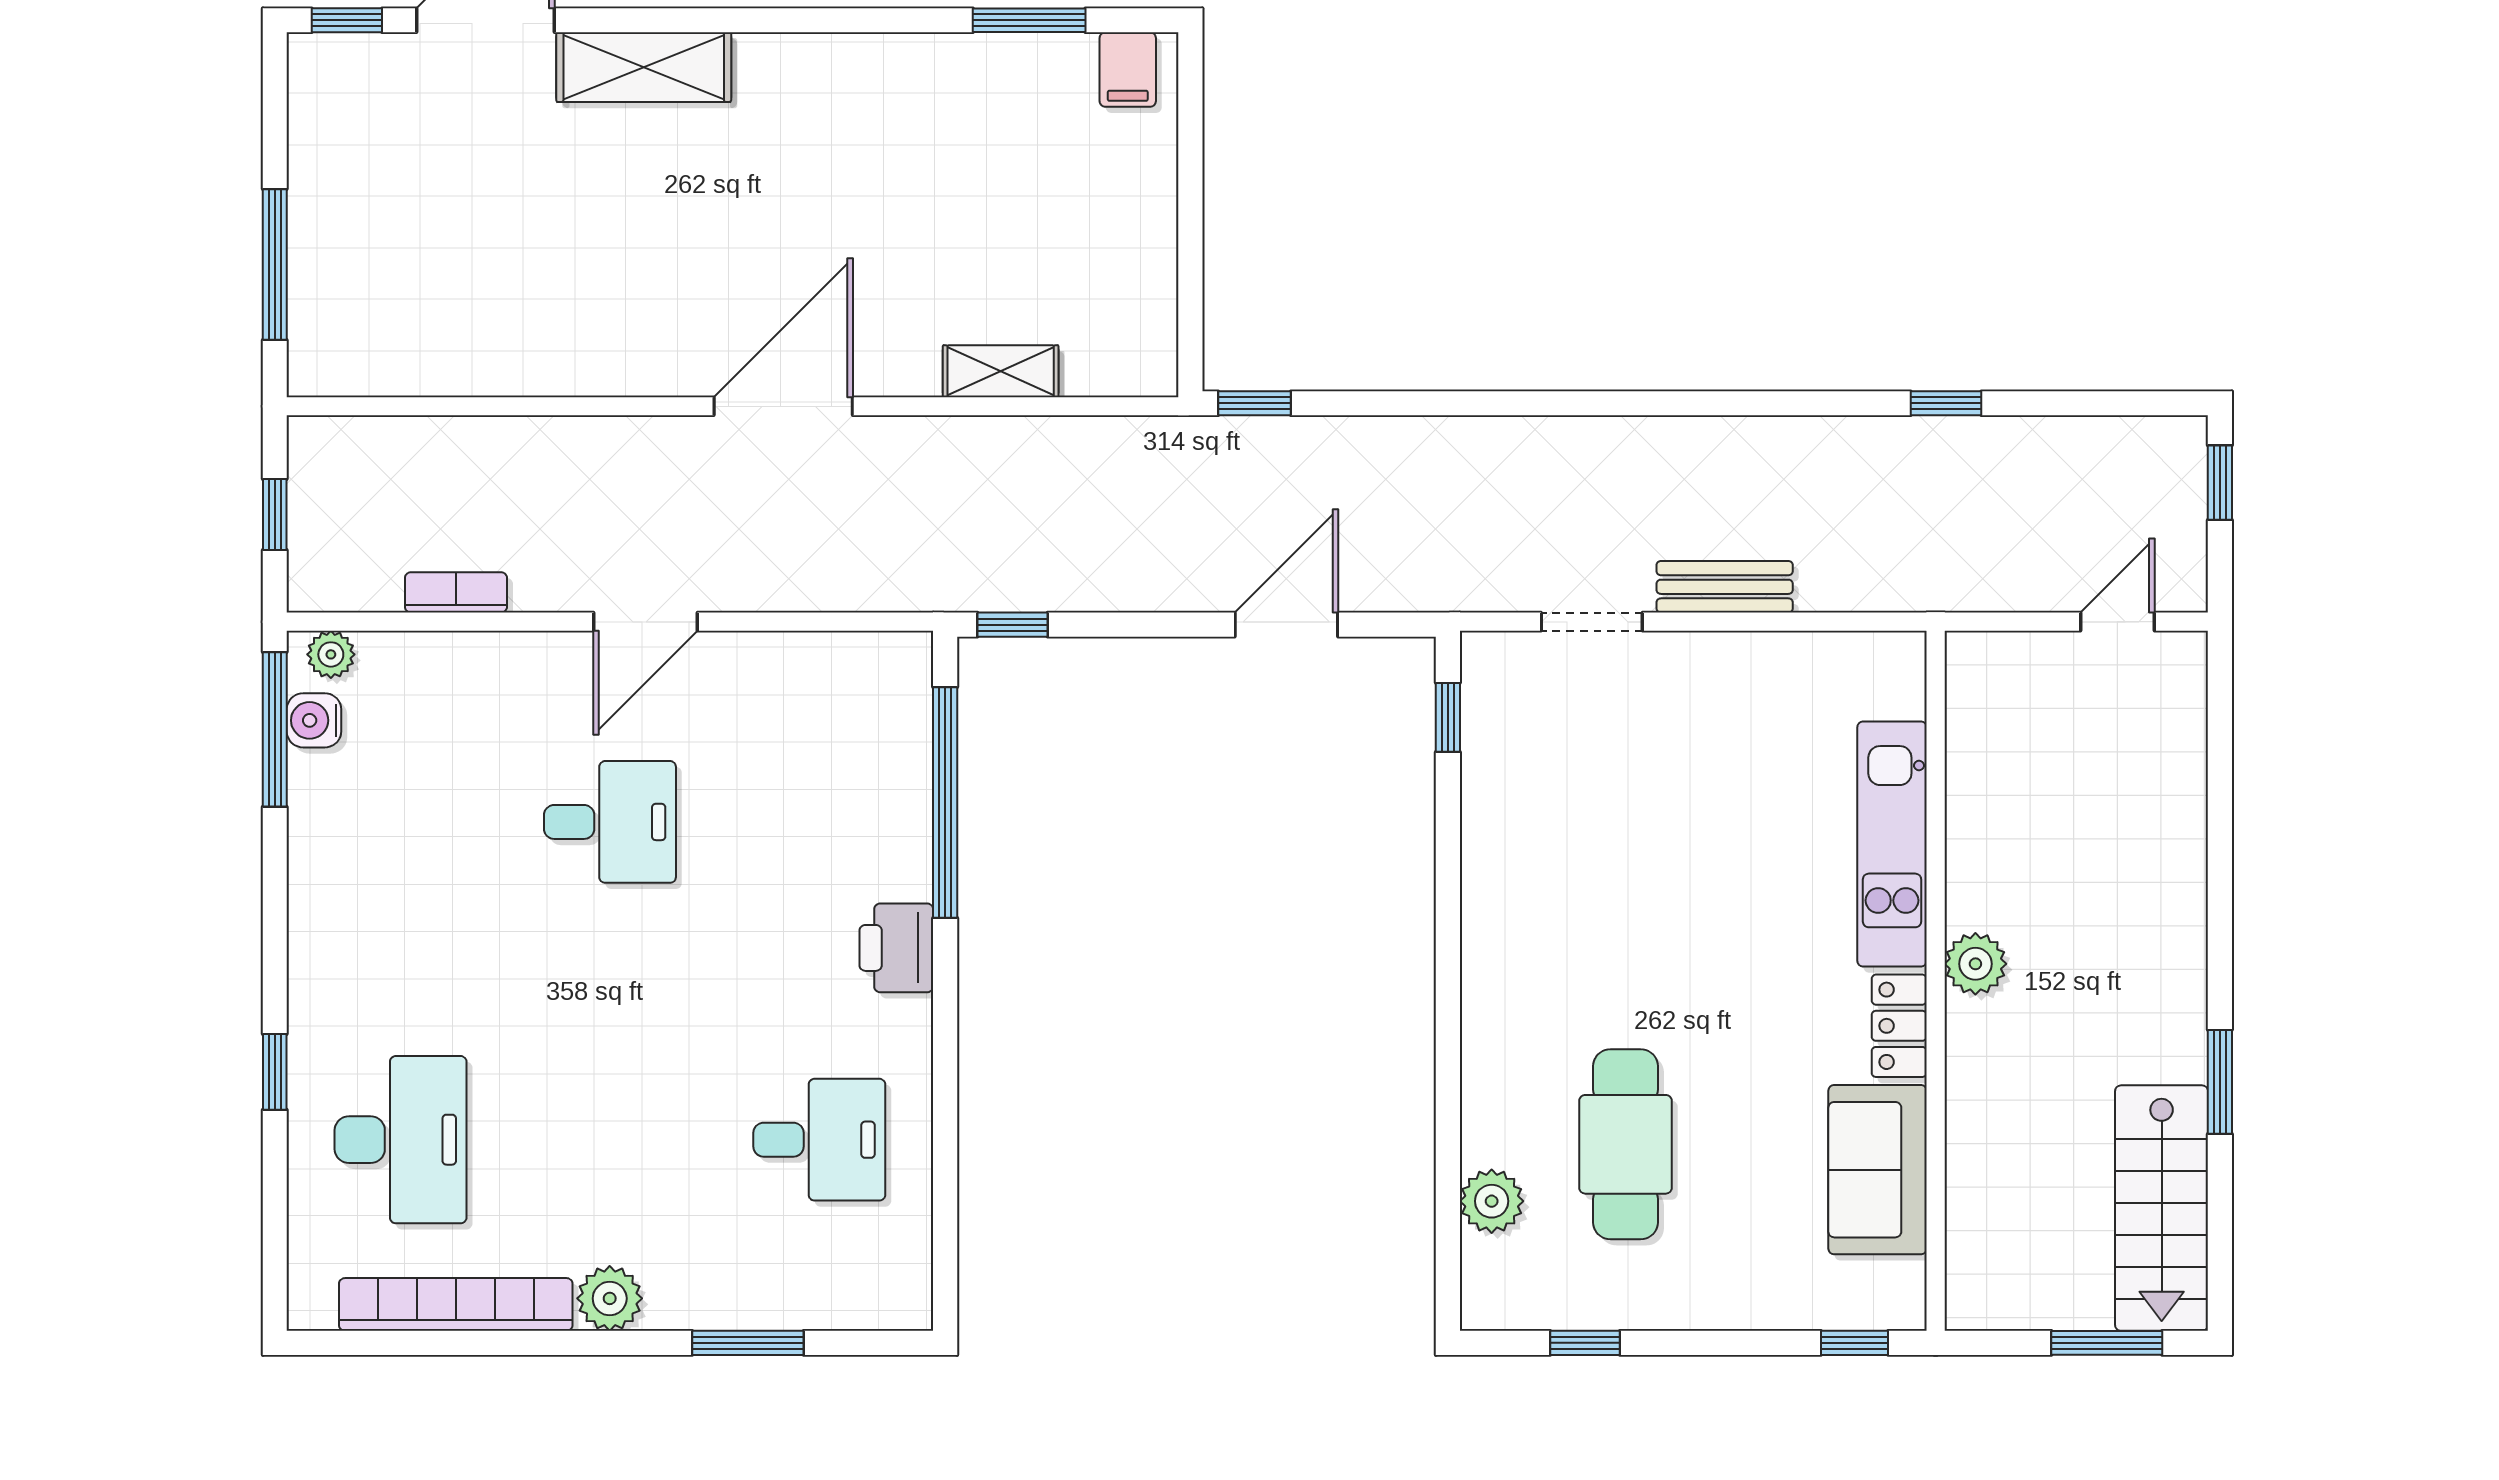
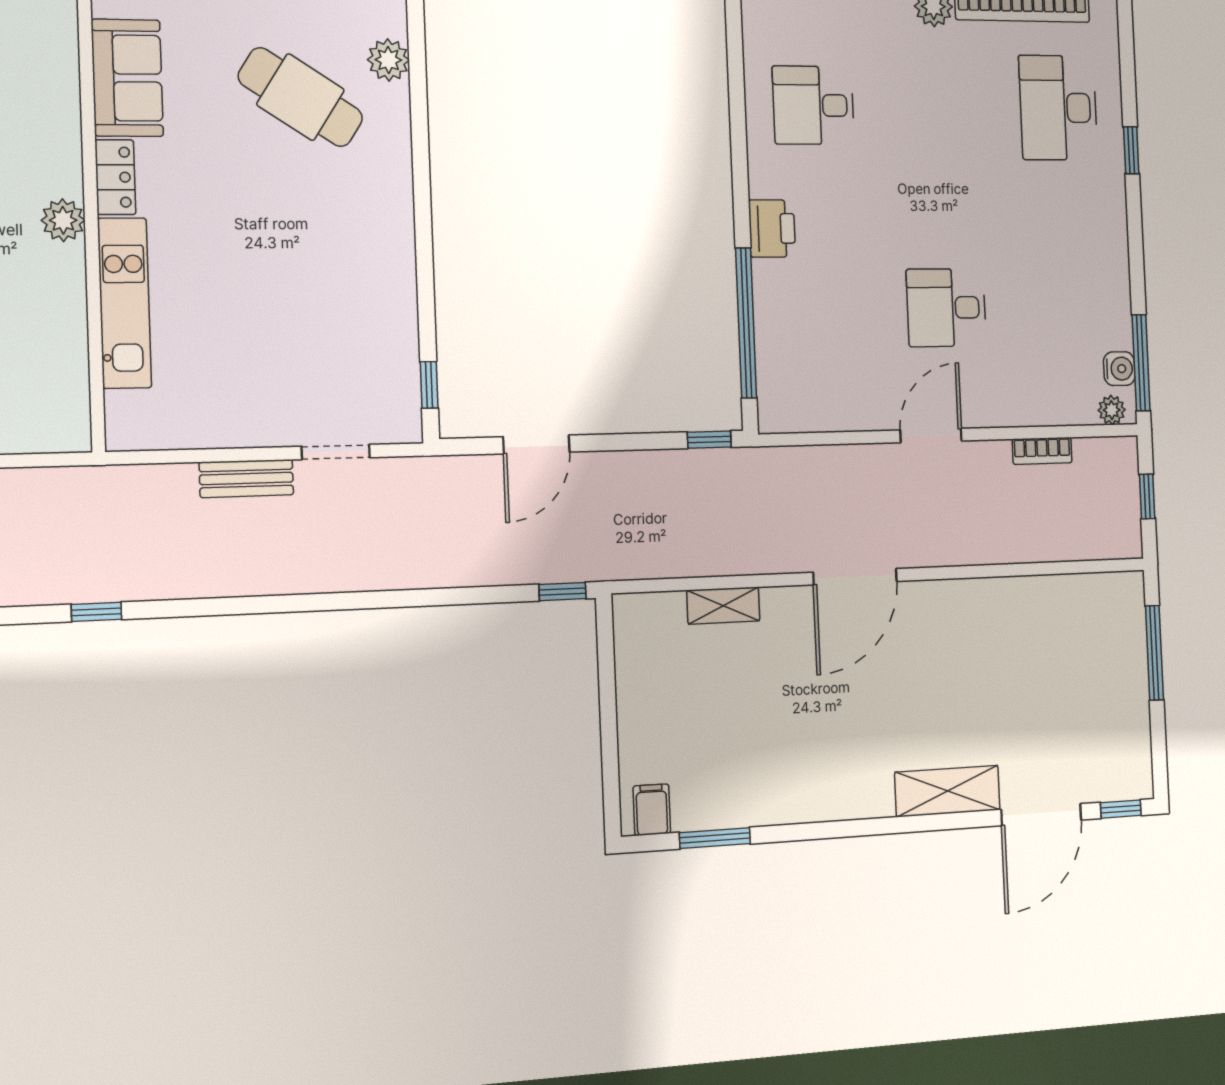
cafe table: (1625, 1144) -> (301, 97), turned -57

